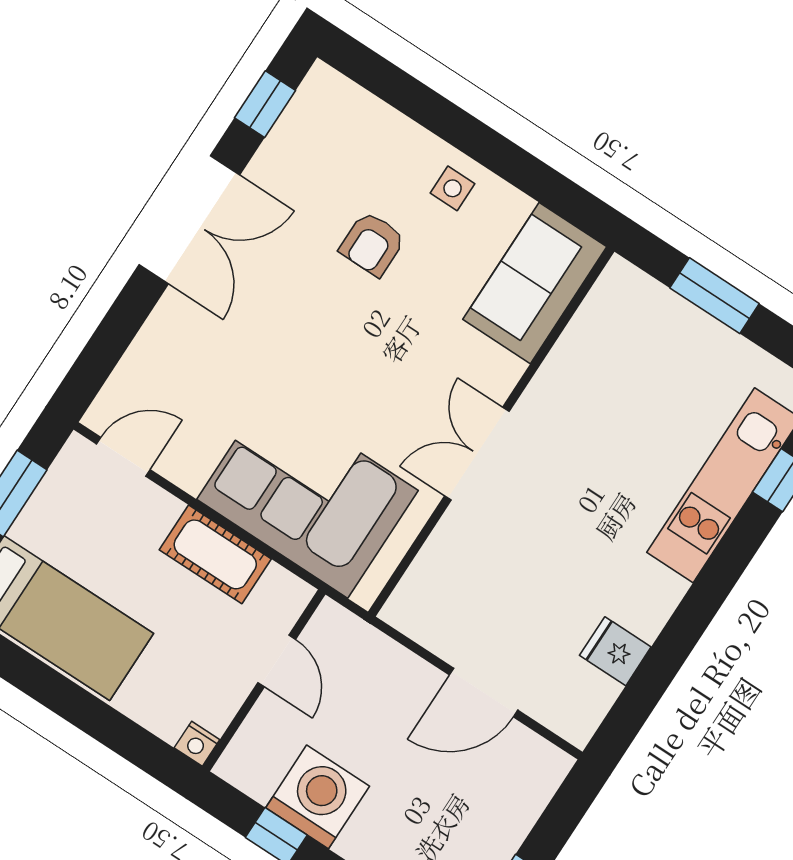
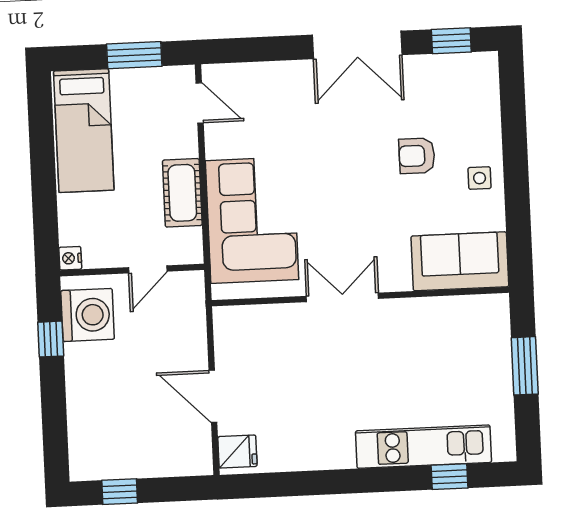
fridge: (615, 651) -> (237, 451), moved, turned 90
washing machine: (318, 797) -> (88, 315), moved

